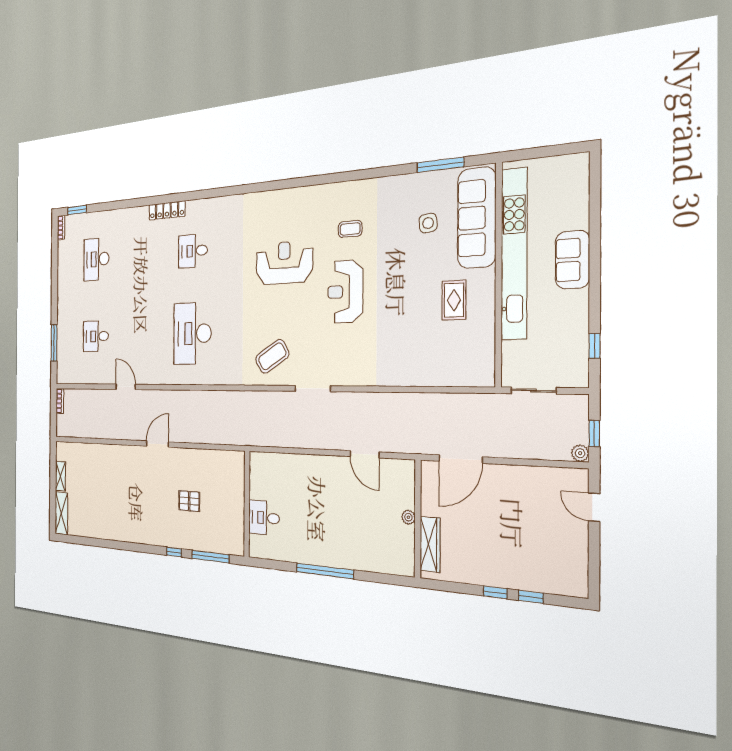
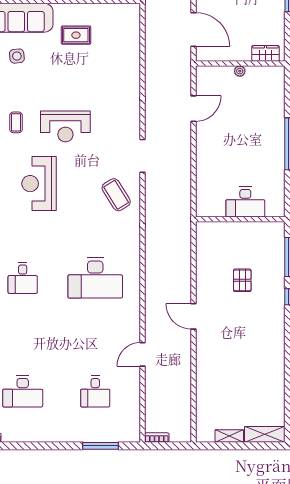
desk: (264, 518) -> (245, 202), width x1.37
wardrobe: (430, 544) -> (265, 53), width x0.67

